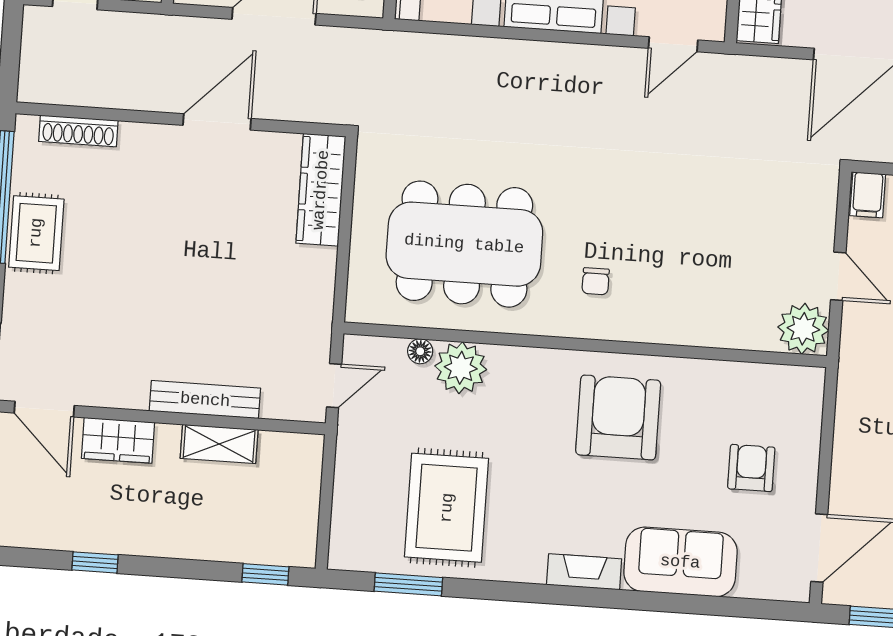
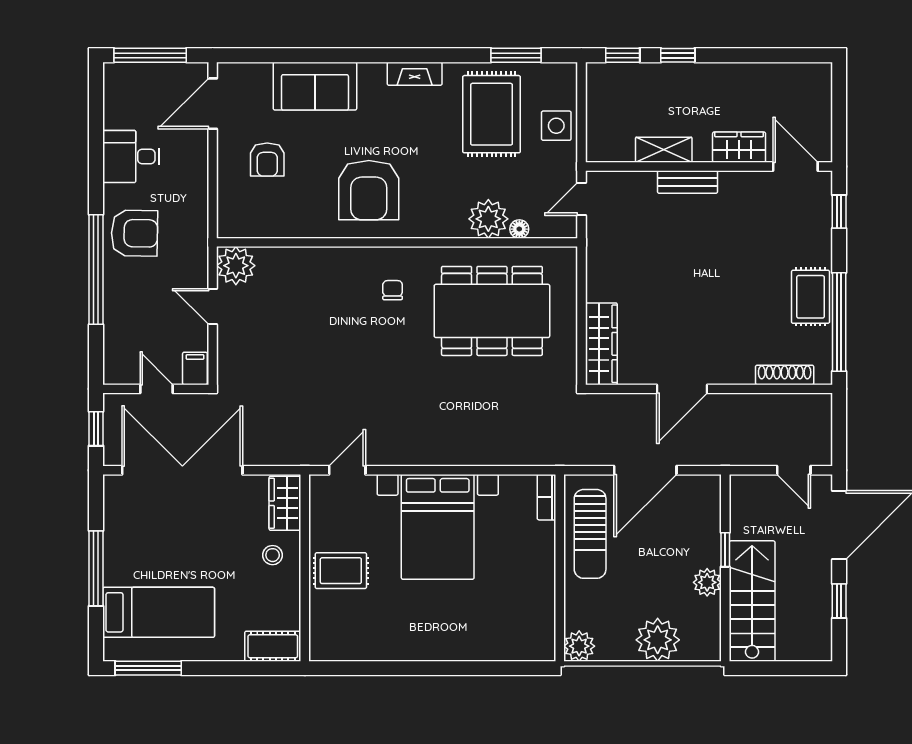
bench: (205, 400) -> (688, 182), width x0.73
side table: (361, 486) -> (556, 126), added
window: (95, 562) -> (678, 55), moved
fireplace: (584, 572) -> (415, 74), moved

